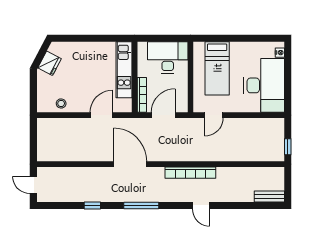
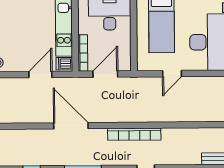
dishwasher: (124, 105) -> (64, 64), added
door: (214, 115) -> (172, 74), moved

